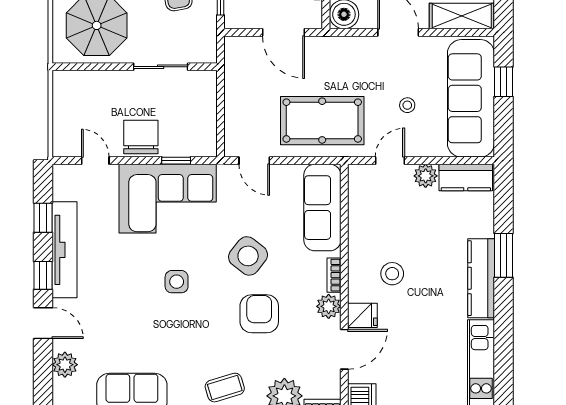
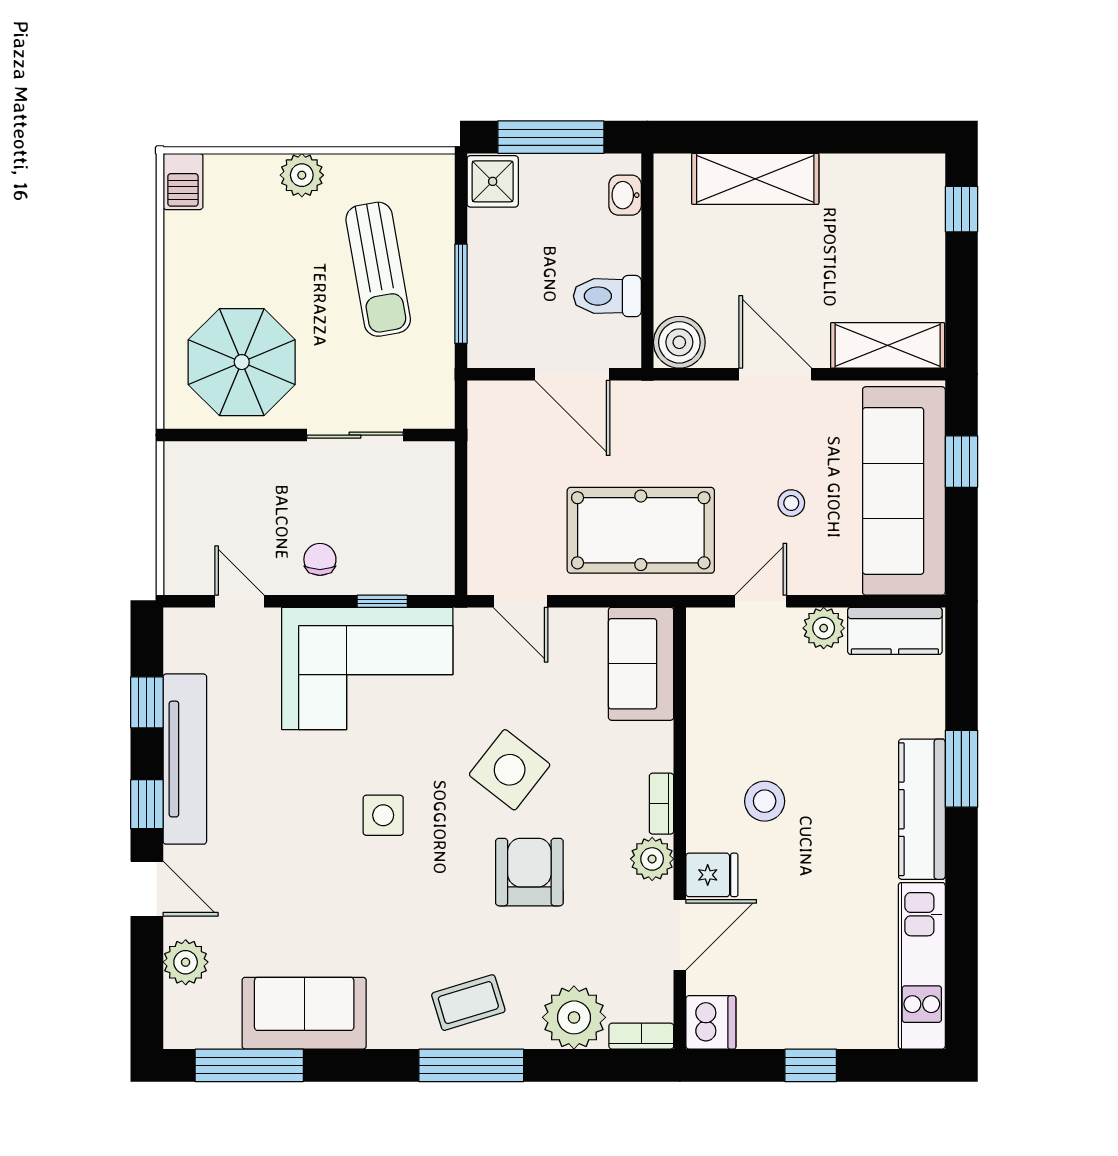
chair: (141, 137) -> (320, 559), width x0.54, depth x0.54
sofa: (322, 208) -> (641, 664), width x0.73

